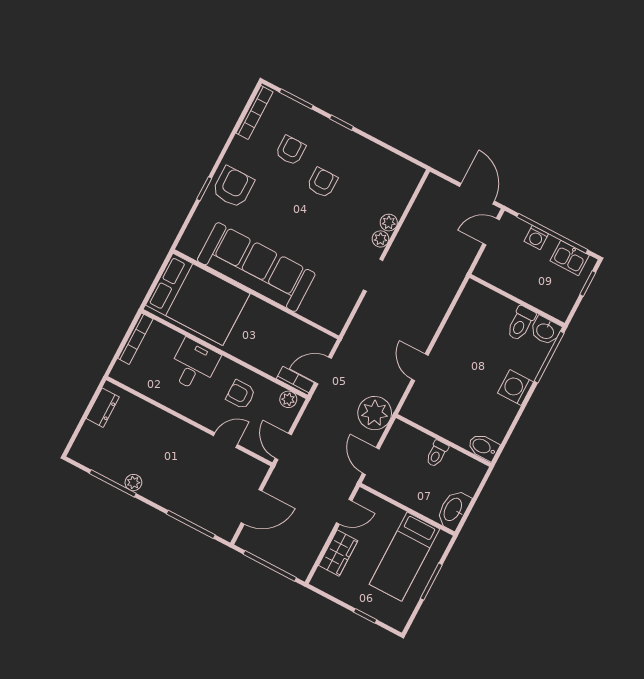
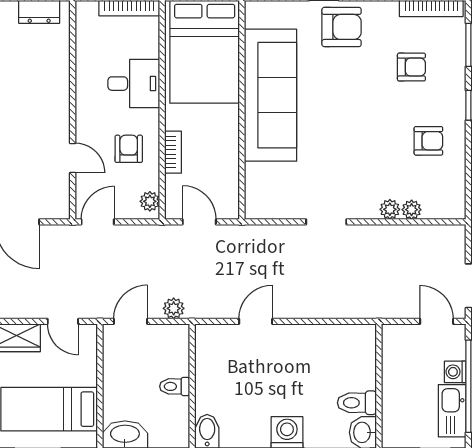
armchair: (322, 183) -> (428, 141), moved
plant: (380, 239) -> (412, 210), moved
kitchen sink: (570, 258) -> (452, 411), width x1.38
bookcase: (295, 381) -> (173, 152), moved
plant: (375, 413) -> (174, 308), width x0.53, depth x0.53

